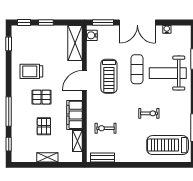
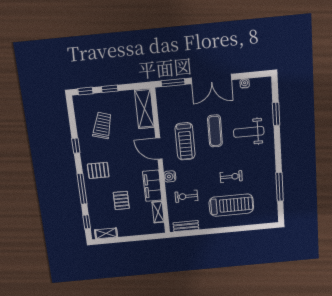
water cooler: (92, 35) -> (170, 176), moved
window: (9, 44) -> (76, 146), moved
trolley: (31, 71) -> (102, 126), moved, turned 107
weight bench: (168, 73) -> (249, 132), width x0.73, depth x0.75
door: (84, 81) -> (159, 149), hinge flipped
pallet: (41, 97) -> (98, 170), moved
treadmill: (168, 145) -> (231, 205), moved, turned 180
shelving: (47, 157) -> (106, 233), moved

